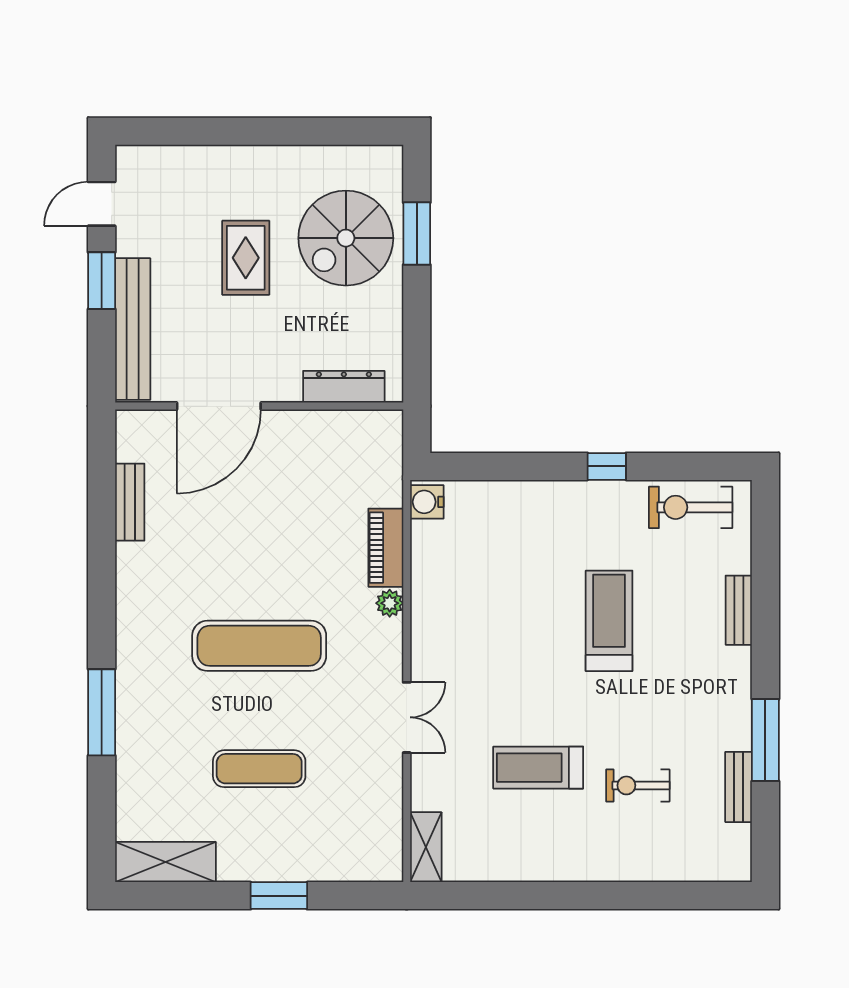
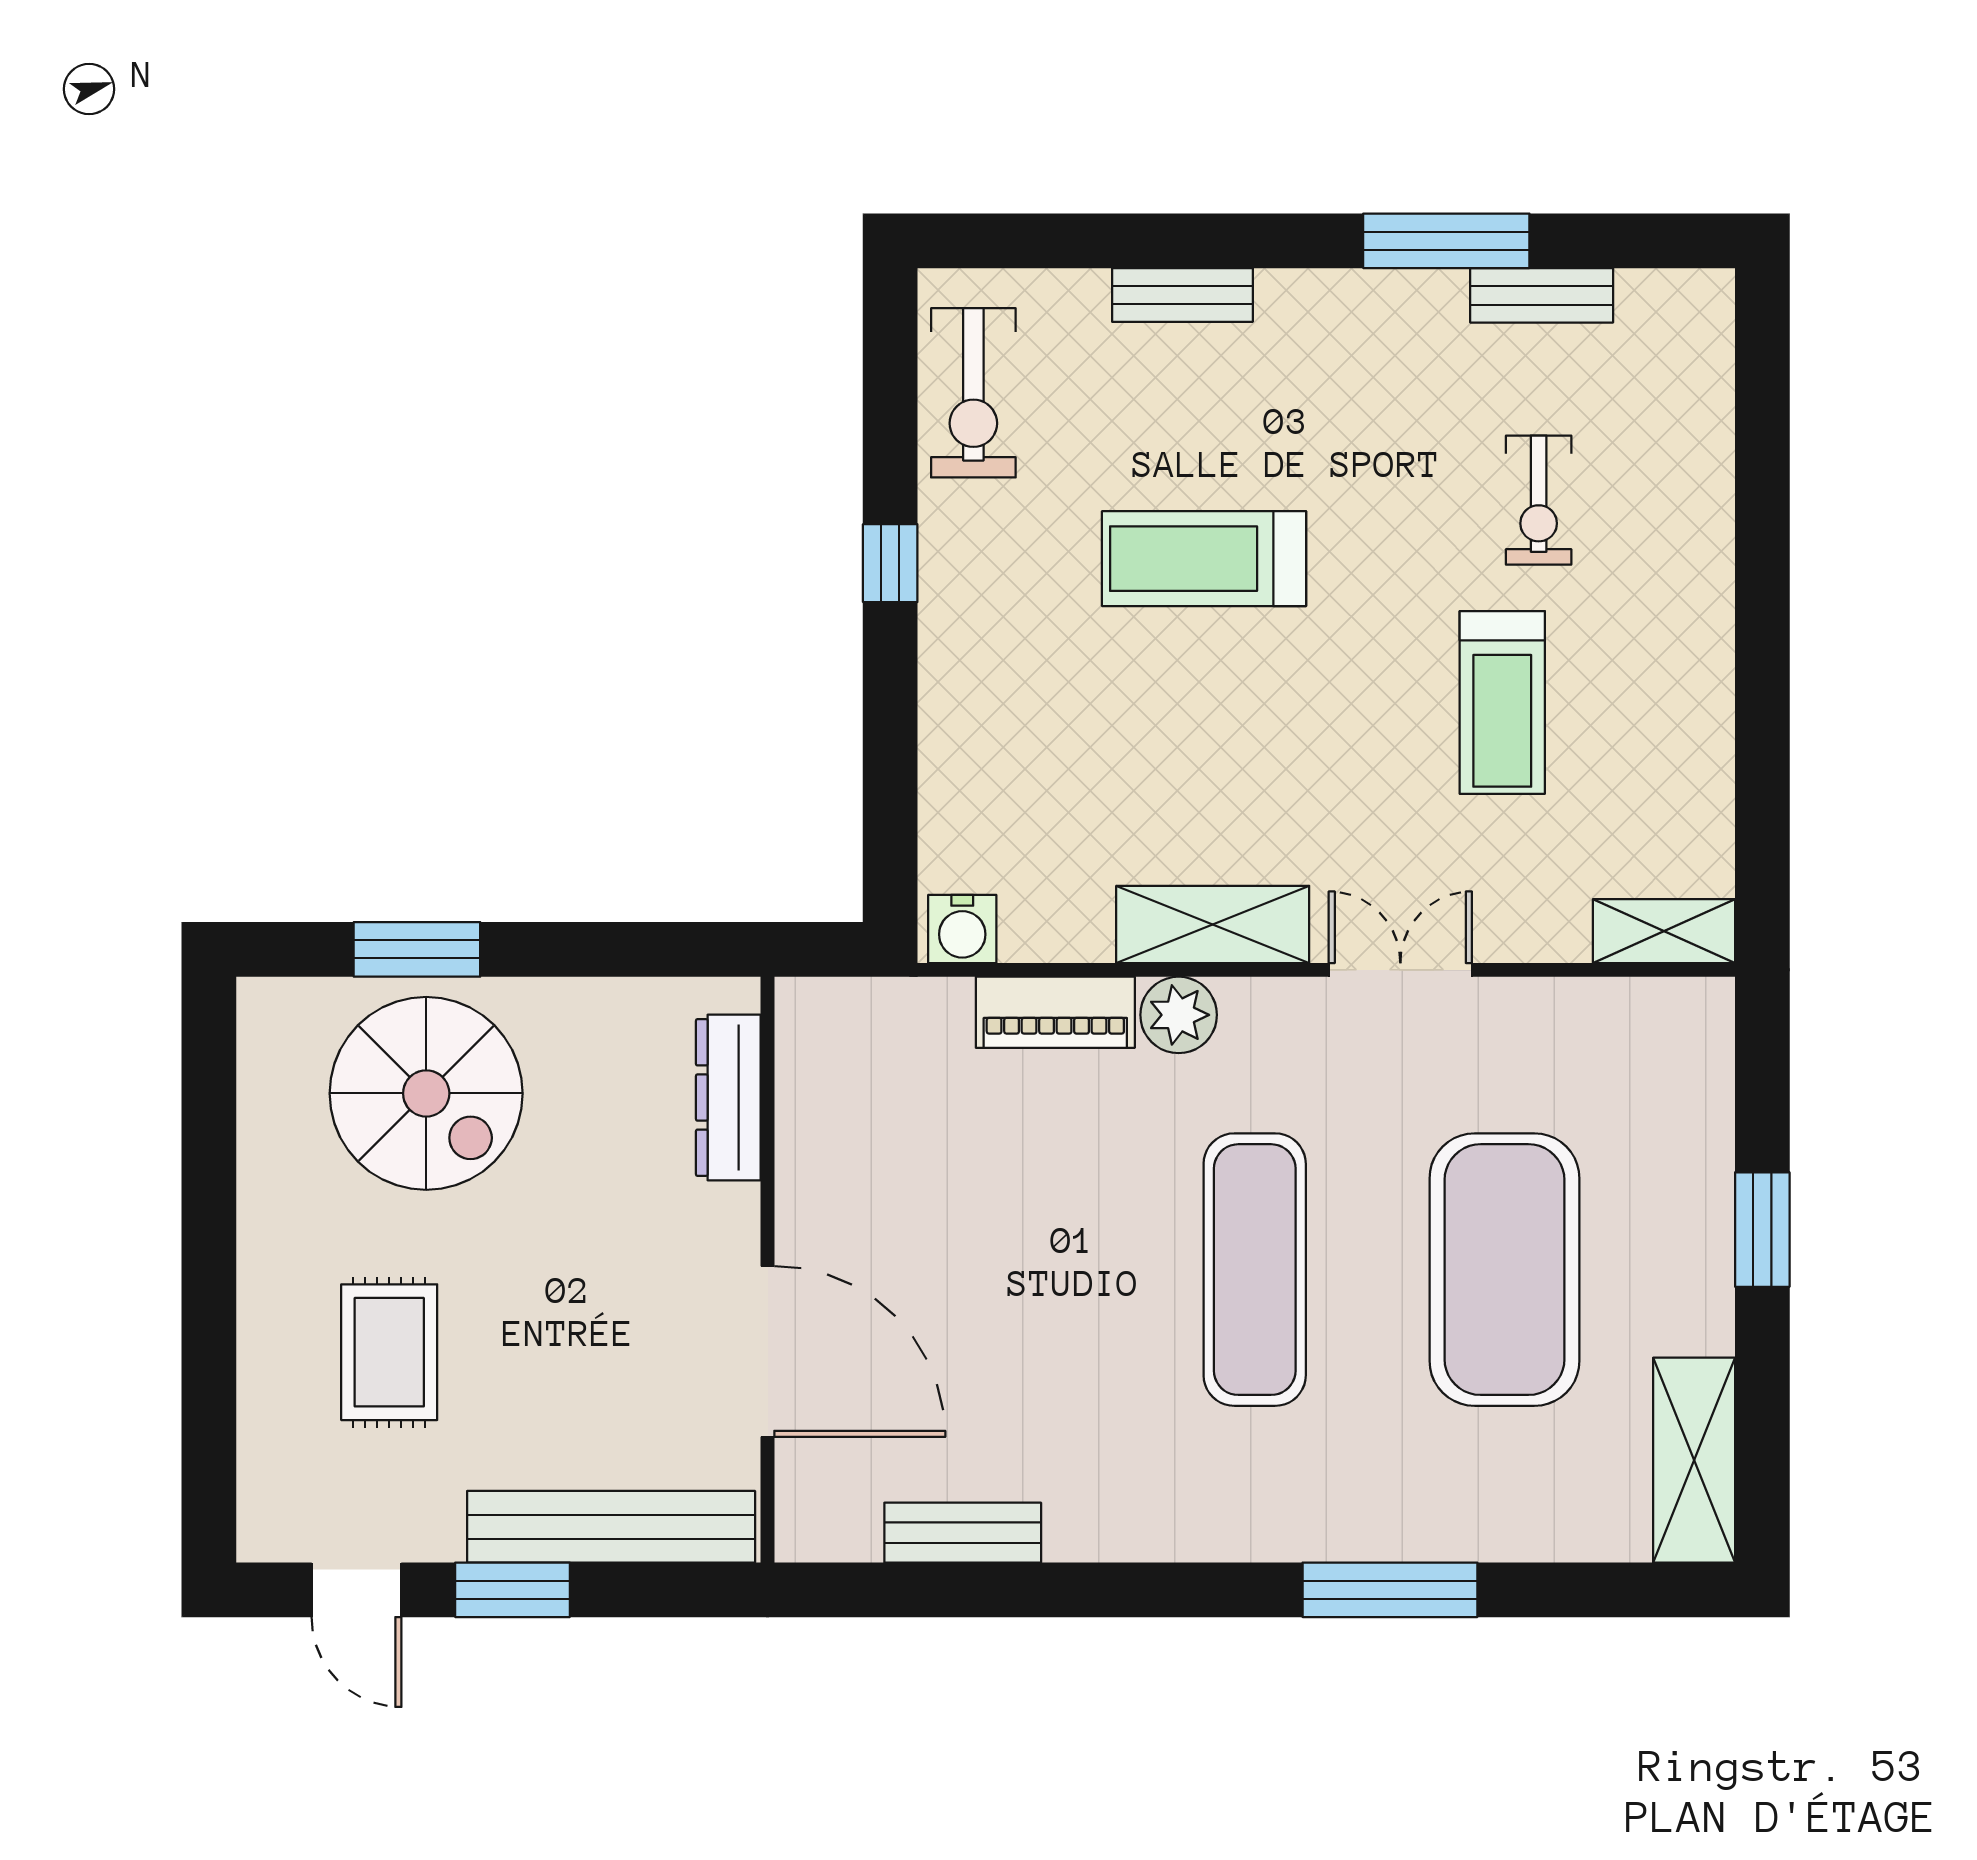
rug: (246, 258) -> (389, 1352), moved, turned 90
plant: (390, 603) -> (1179, 1015), width x1.38, depth x1.38
shelving: (429, 625) -> (1213, 924), added
exercise mat: (259, 769) -> (1504, 1270), width x2.00, depth x1.45

